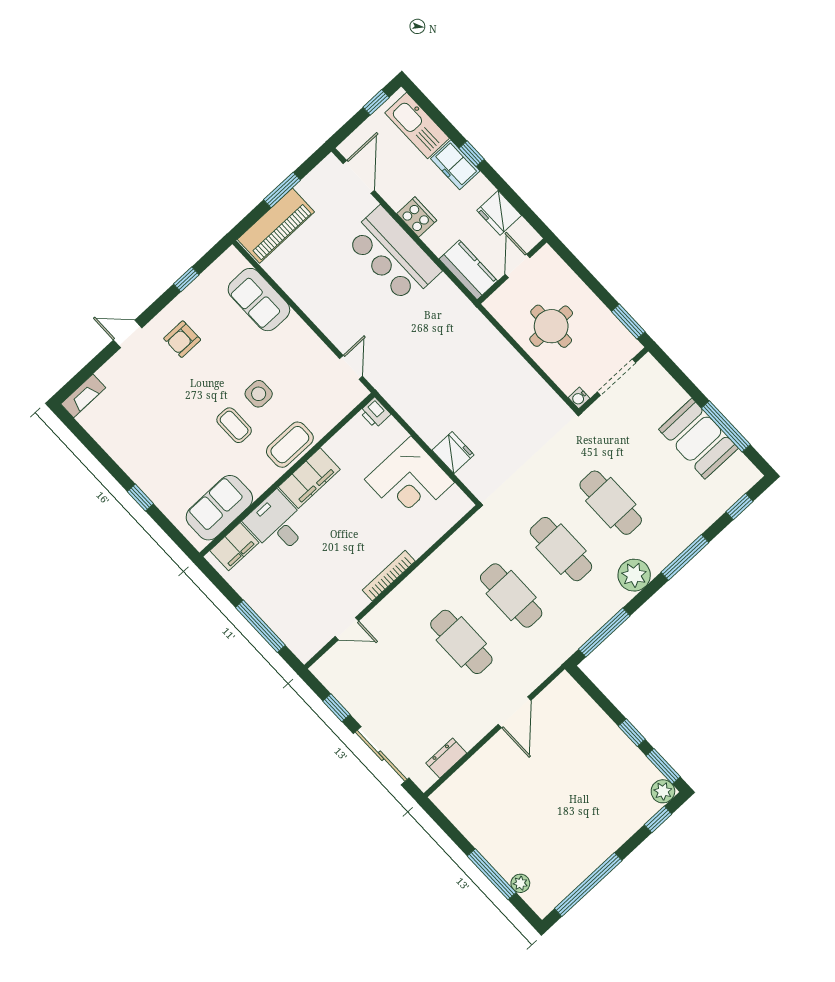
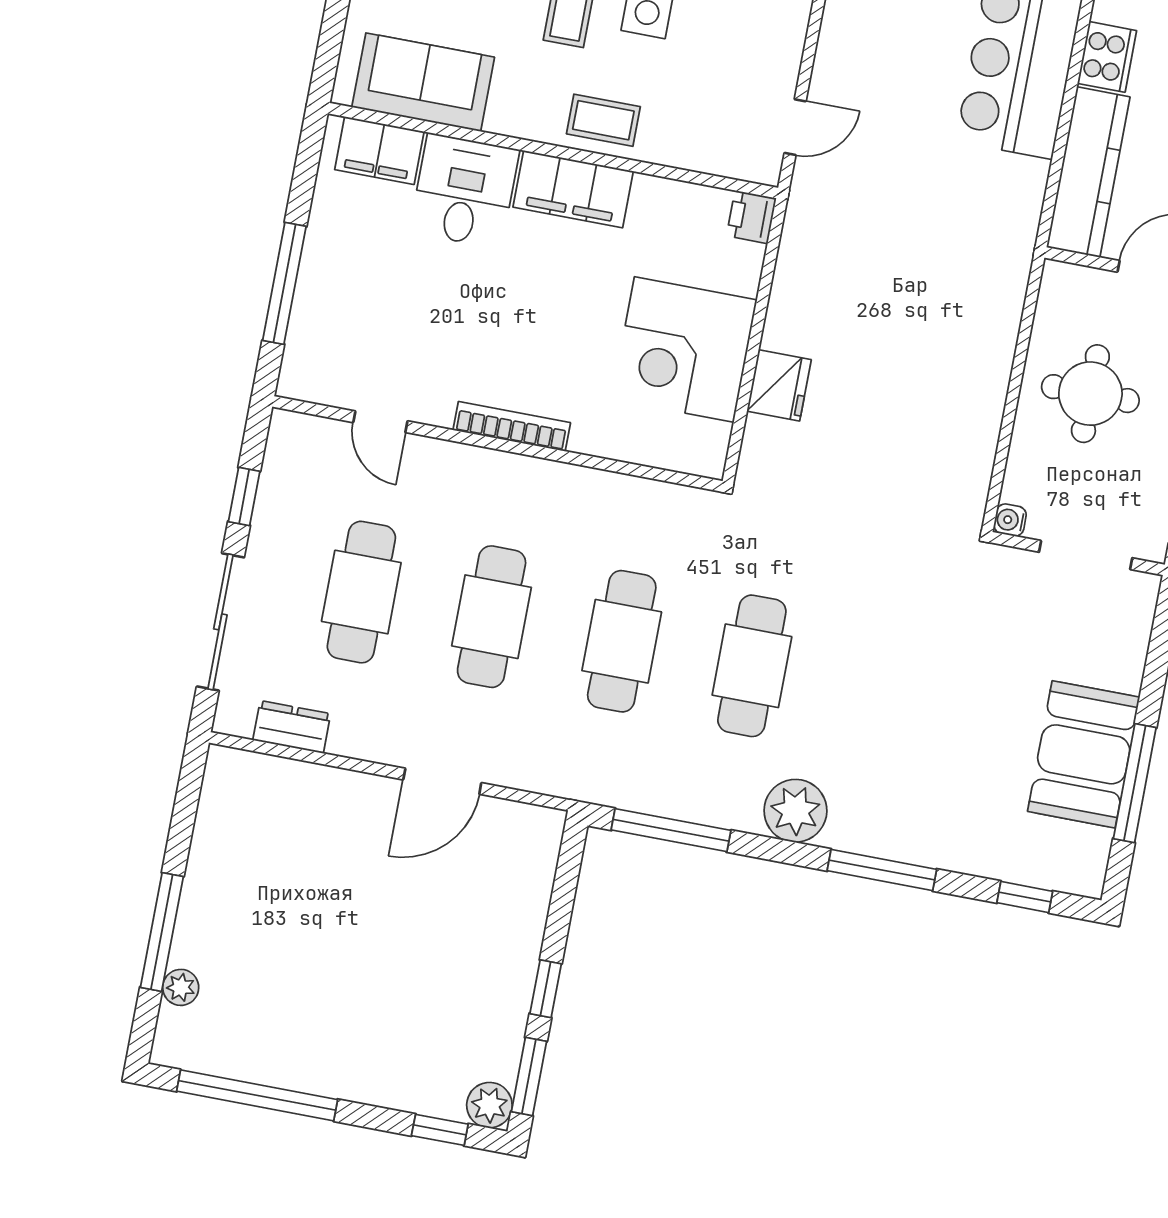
kitchen counter: (468, 270) -> (1088, 172), width x1.50
coffee table: (290, 445) -> (603, 120), width x0.73, depth x0.77
cafe table: (611, 503) -> (361, 592), moved

